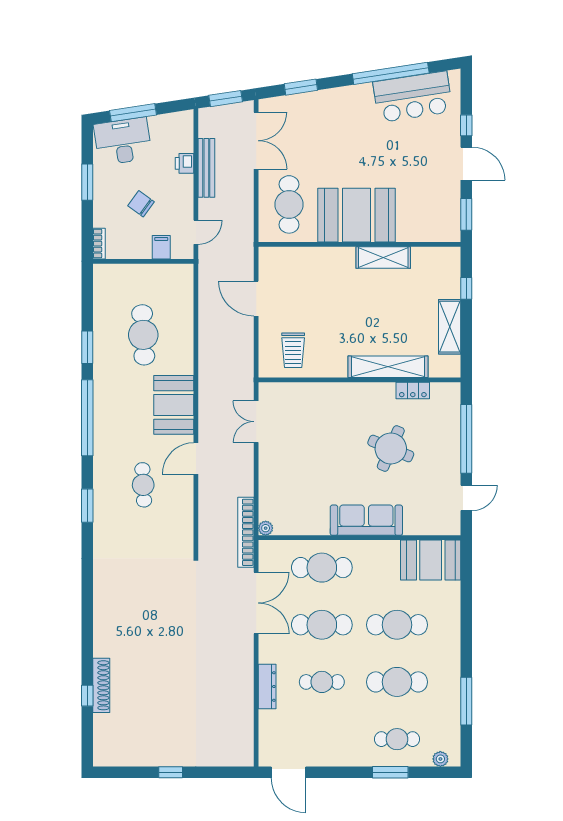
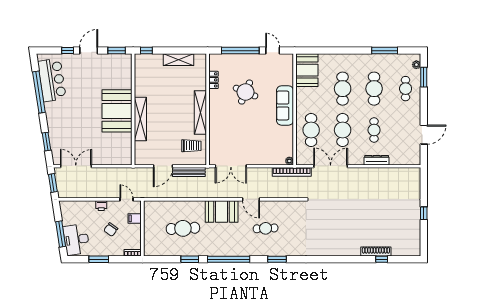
printer: (185, 163) -> (101, 206), moved
bench: (206, 168) -> (189, 172), moved
cafe table: (289, 204) -> (111, 148), removed
shelving: (383, 257) -> (140, 119), moved, width x1.47
window: (466, 288) -> (146, 51), moved
shelving: (388, 367) -> (200, 113), moved
double door: (256, 422) -> (231, 166), width x1.37
door: (288, 772) -> (424, 135), moved
window: (390, 772) -> (424, 77), moved

